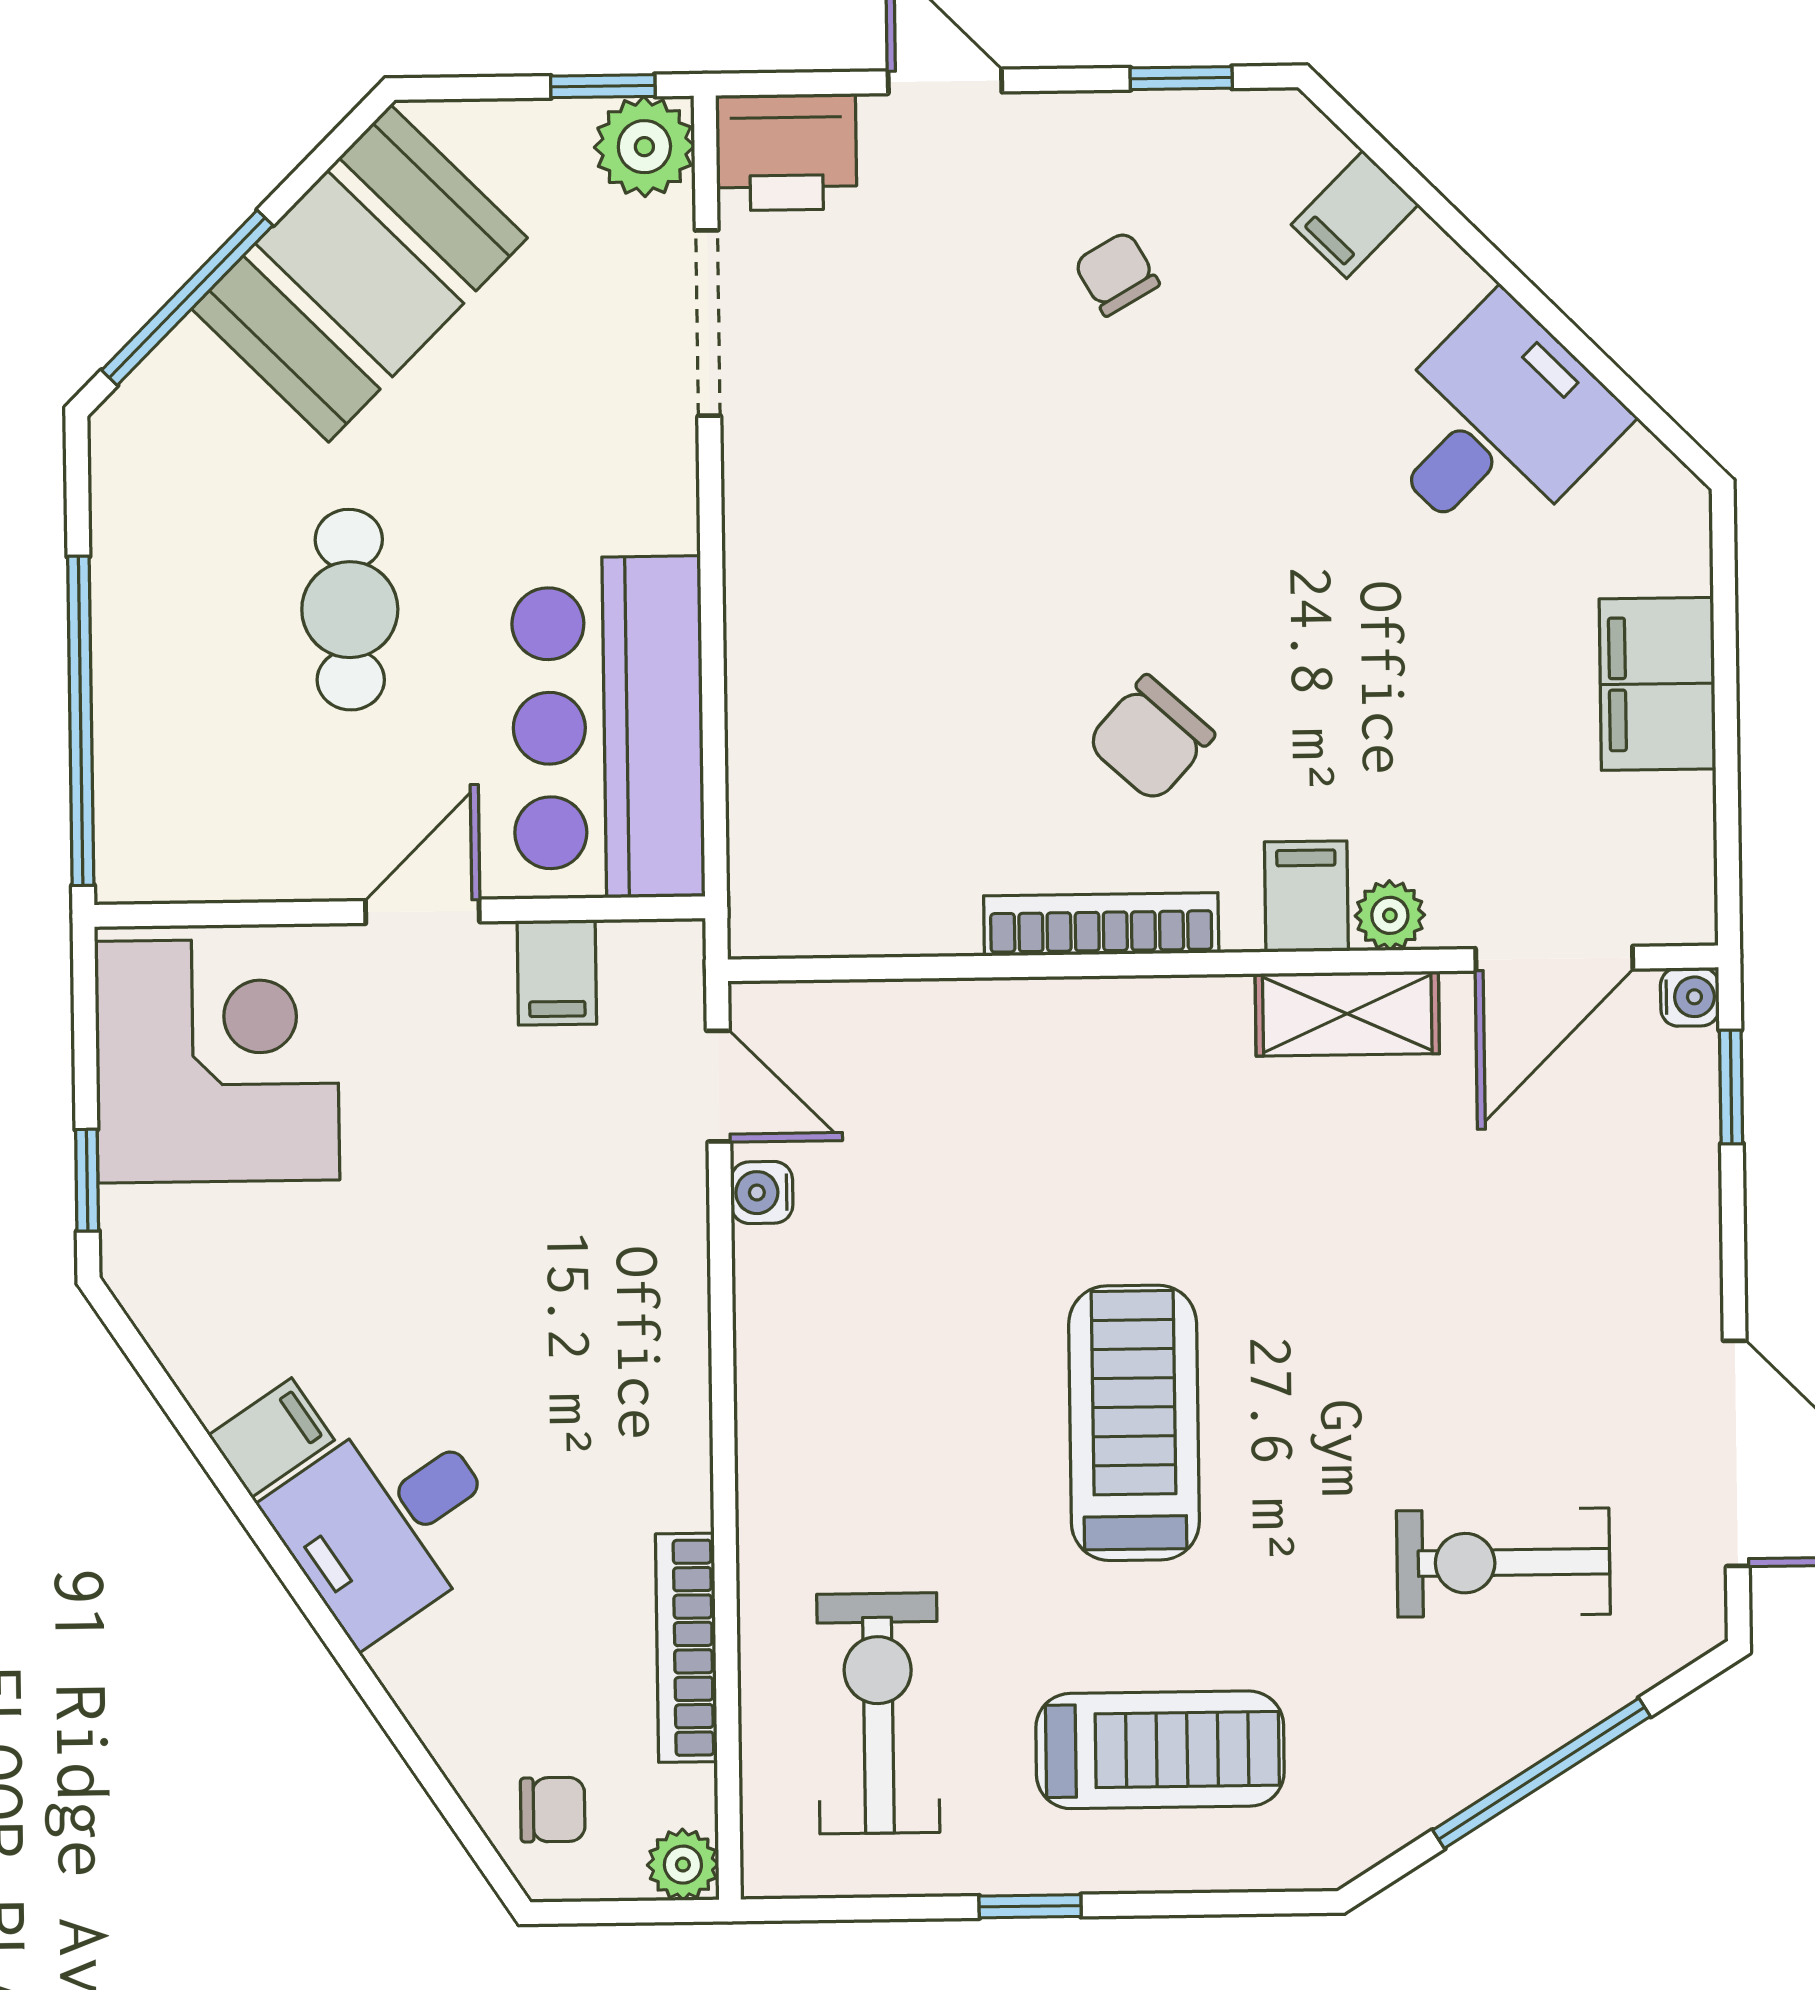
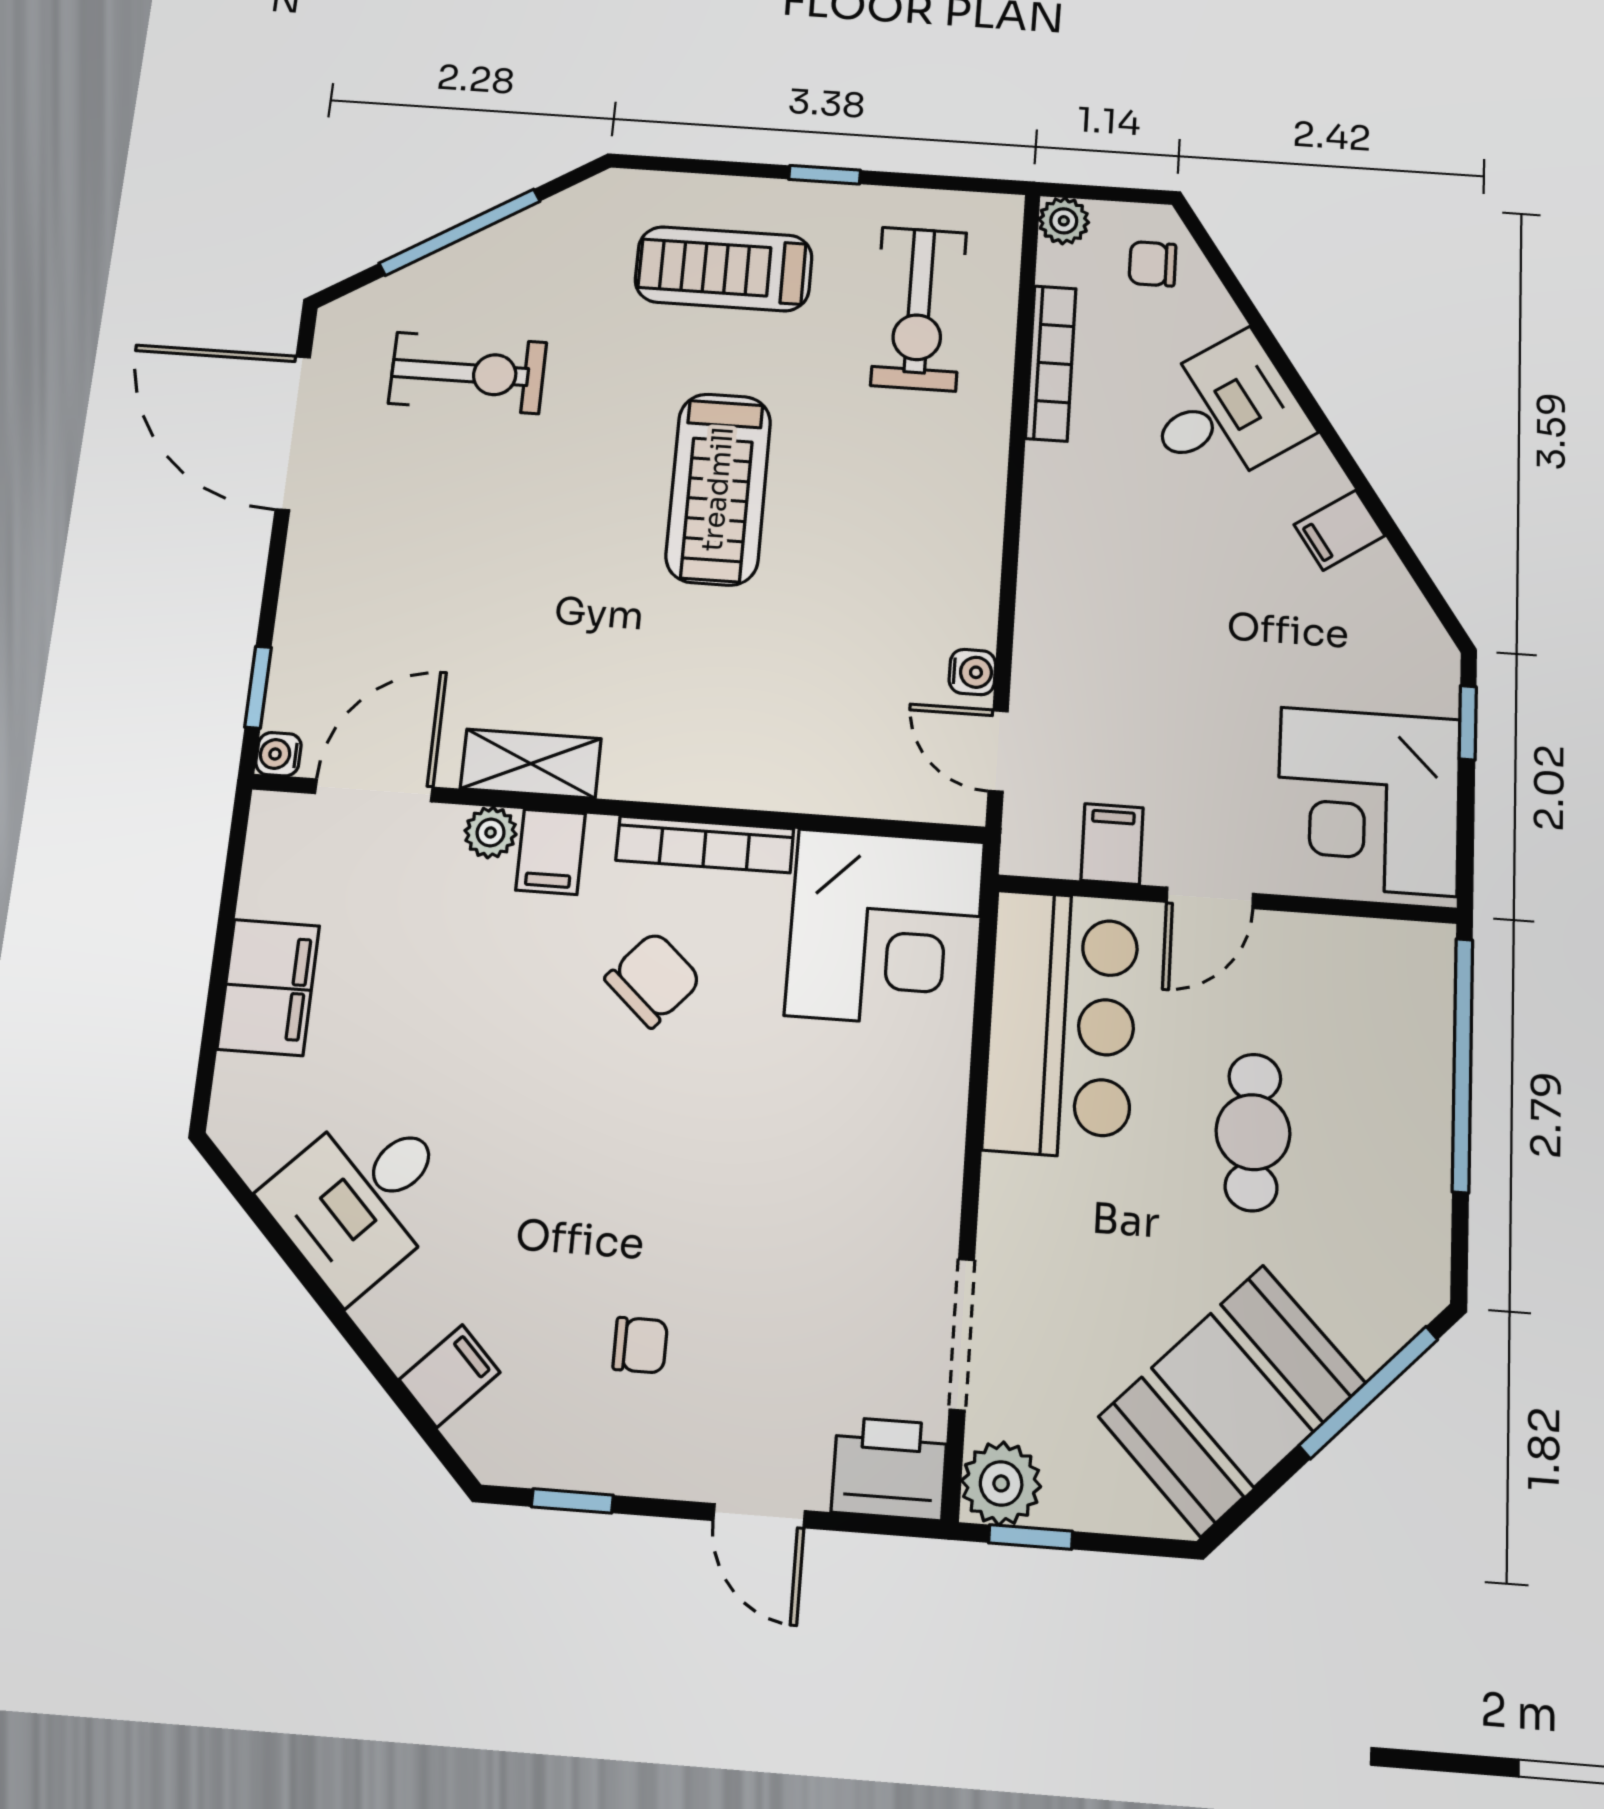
chair: (1117, 274) -> (640, 1345), turned -60
corner desk: (851, 833) -> (885, 928), added
desk: (388, 1523) -> (1225, 412), moved

